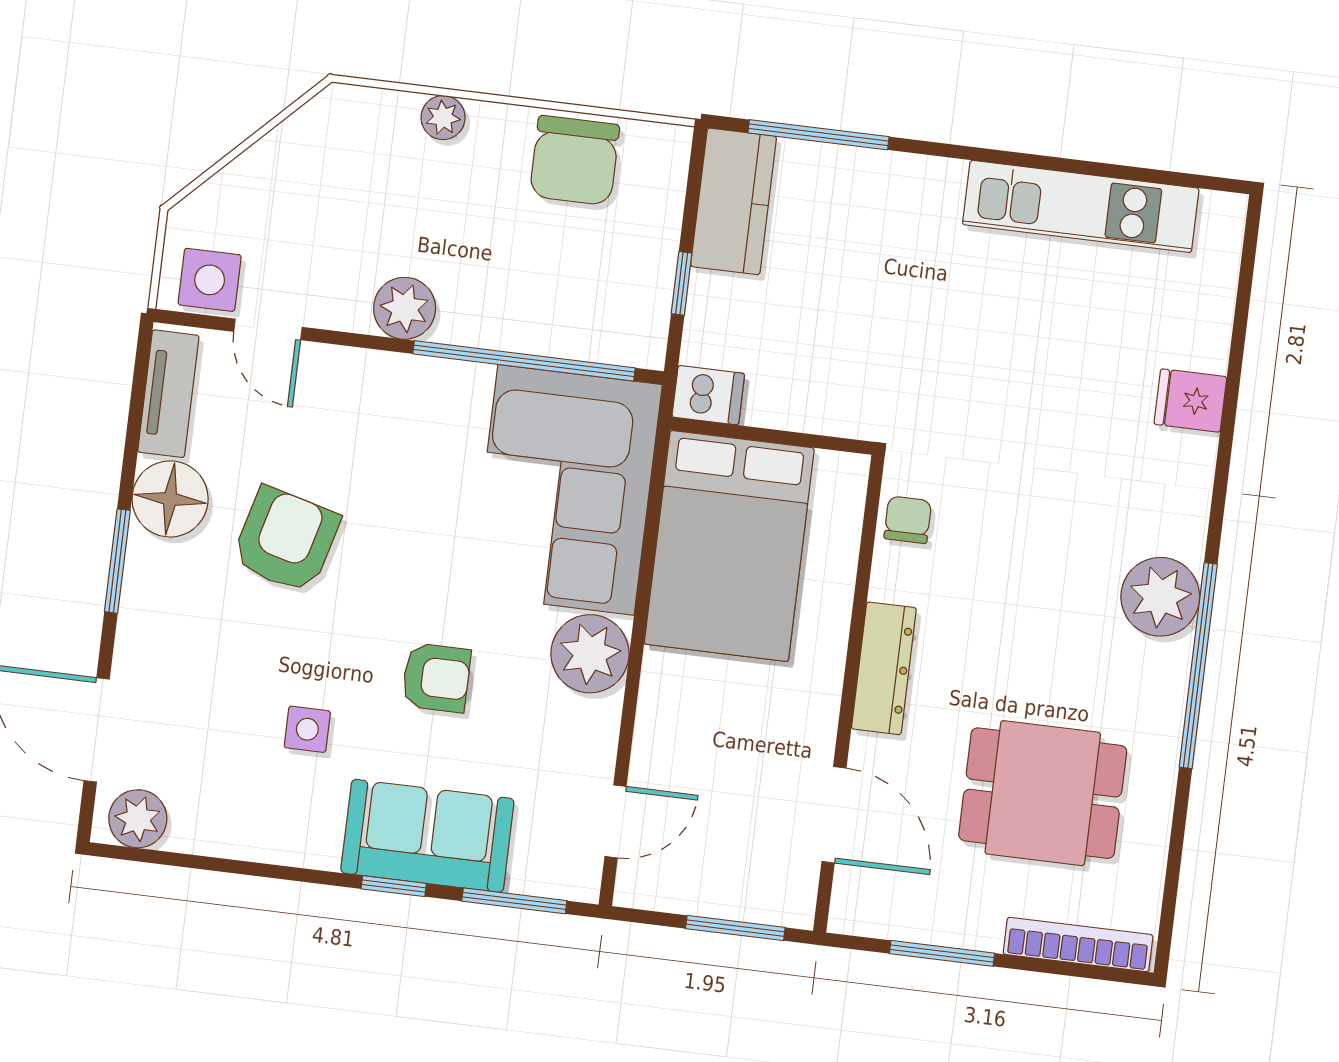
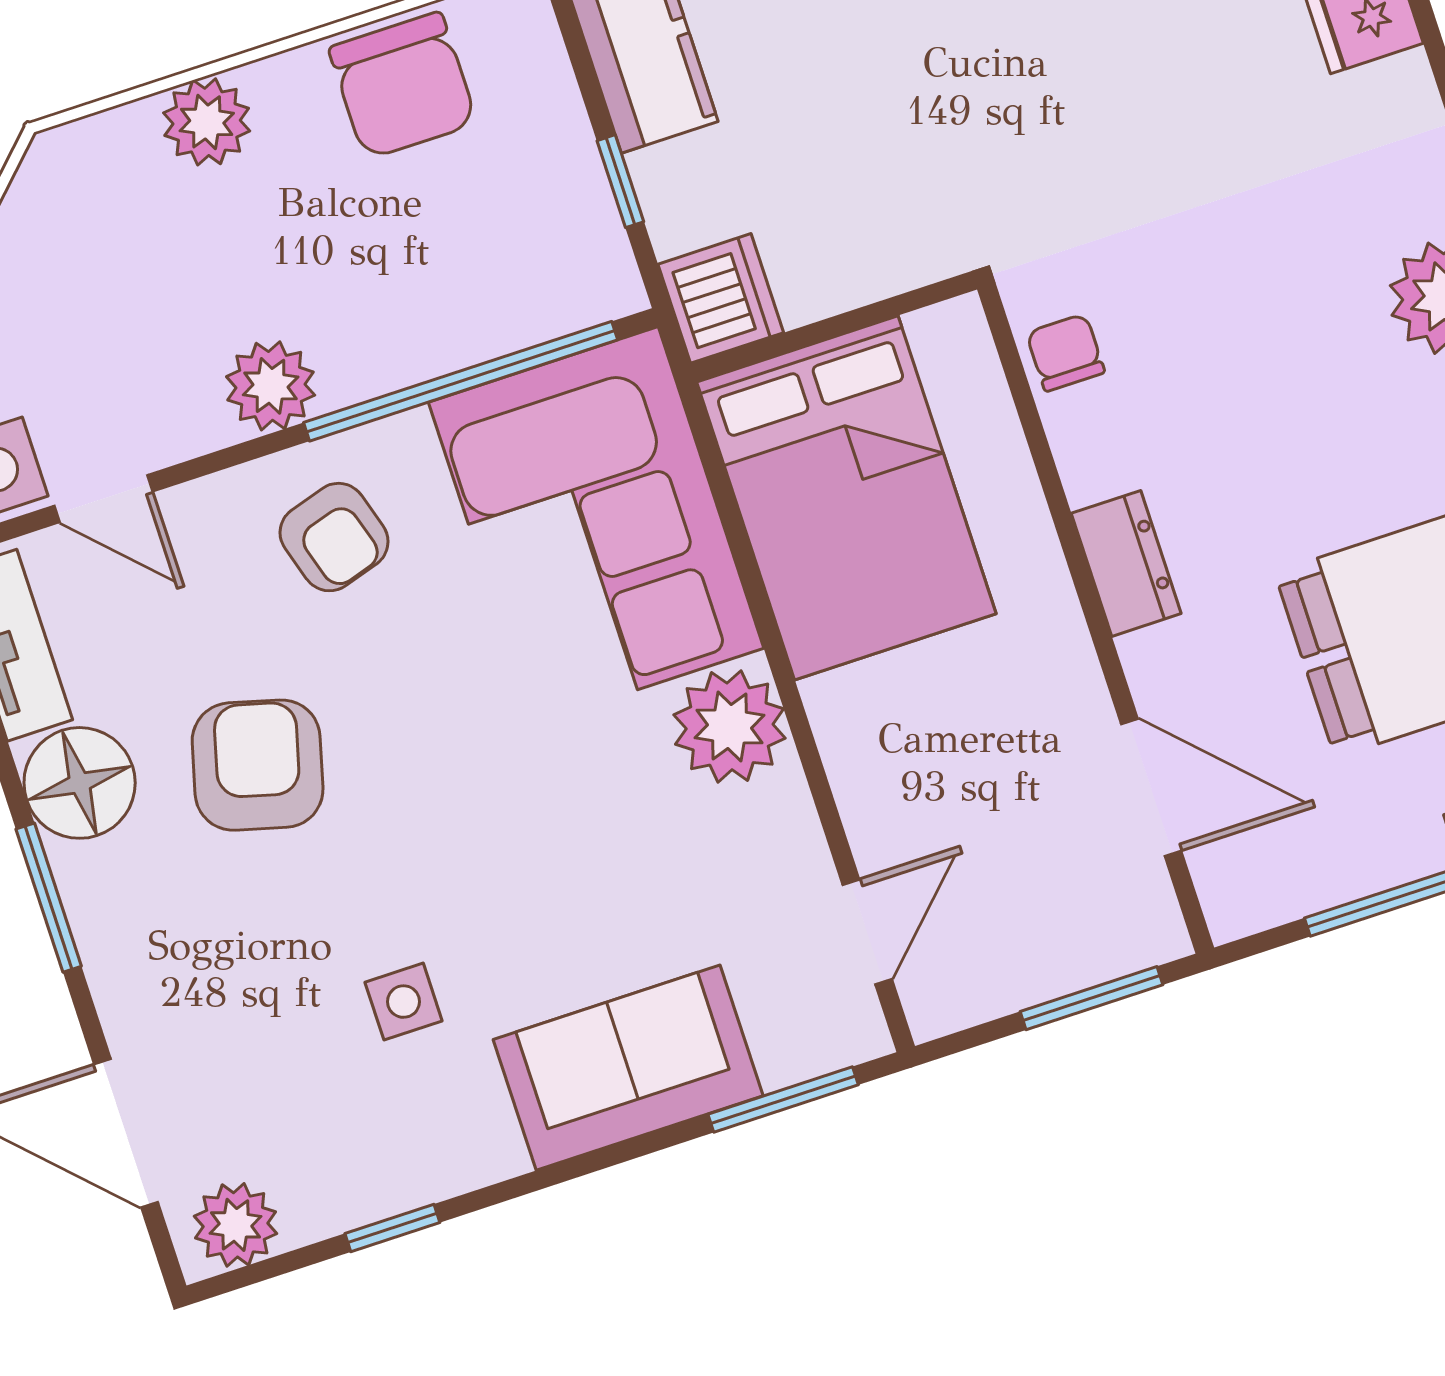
plant: (443, 118) -> (207, 122), width x1.38, depth x1.38
dishwasher: (708, 395) -> (721, 298), width x1.38
dresser: (884, 668) -> (1126, 563), width x0.70
armchair: (436, 678) -> (334, 537), moved, turned 73
window: (394, 886) -> (392, 1228), moved

